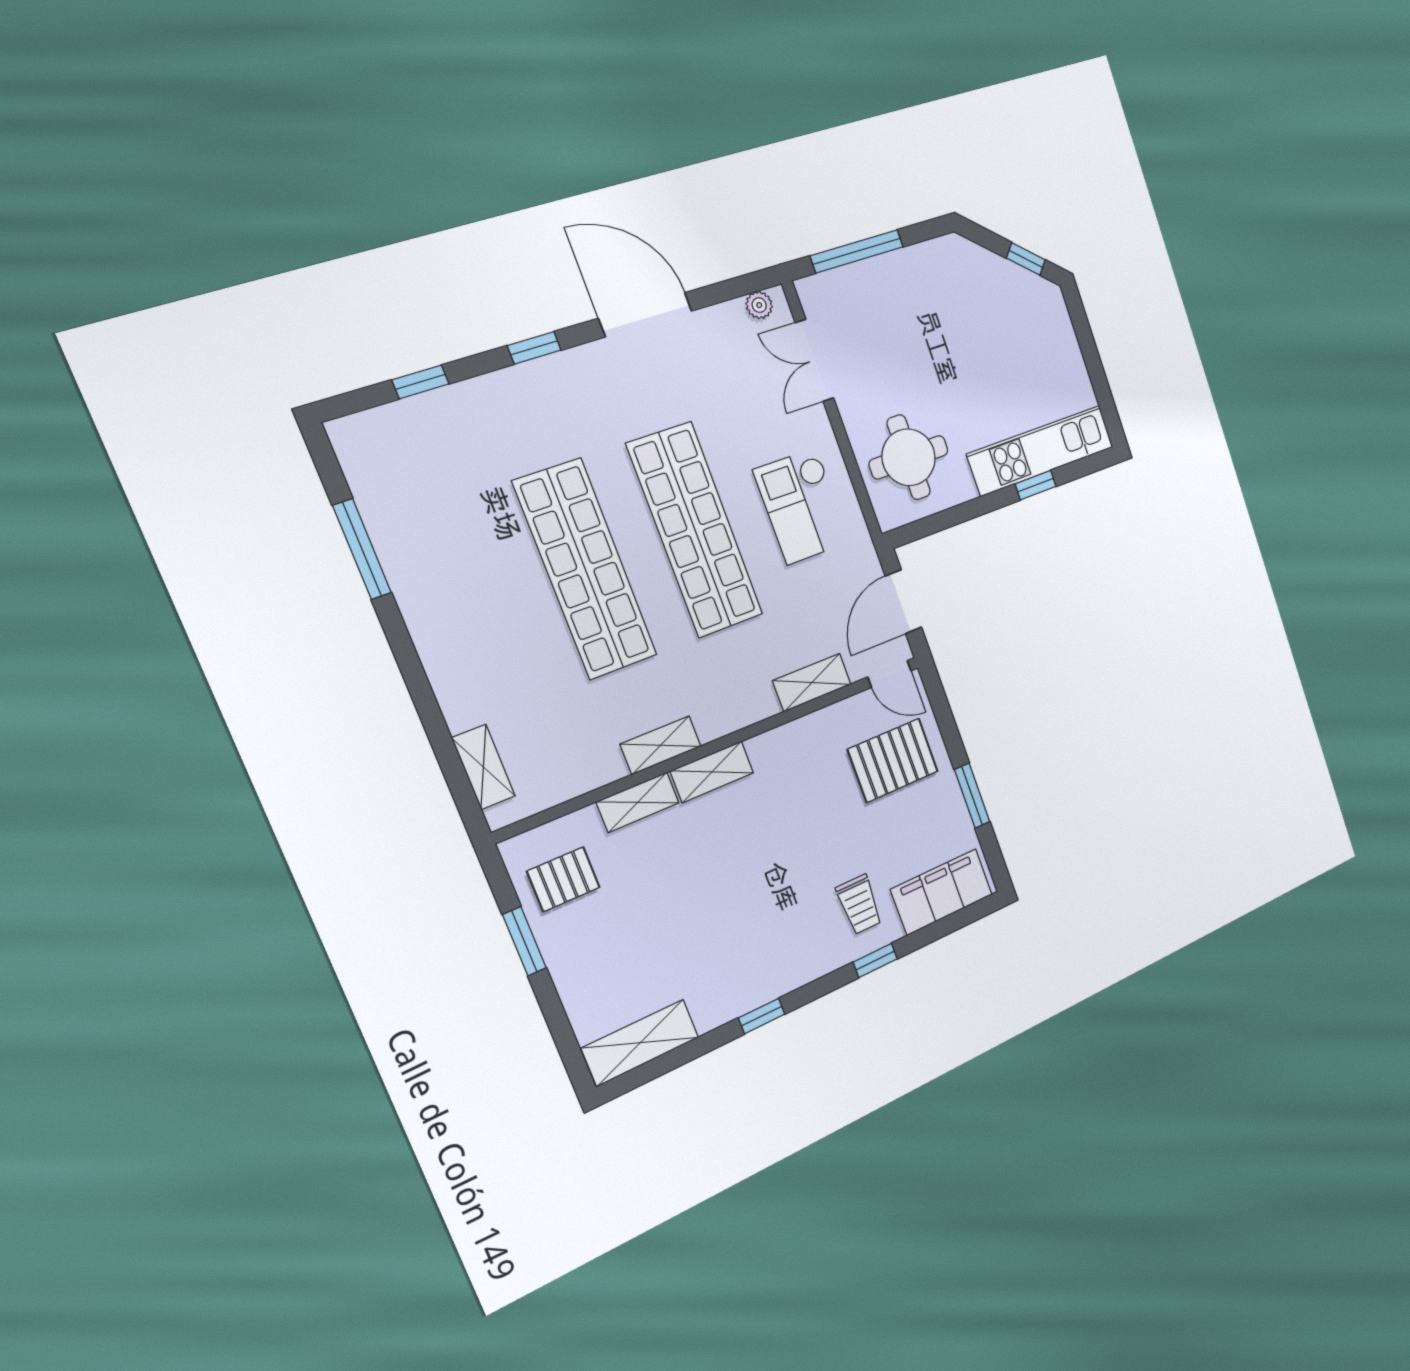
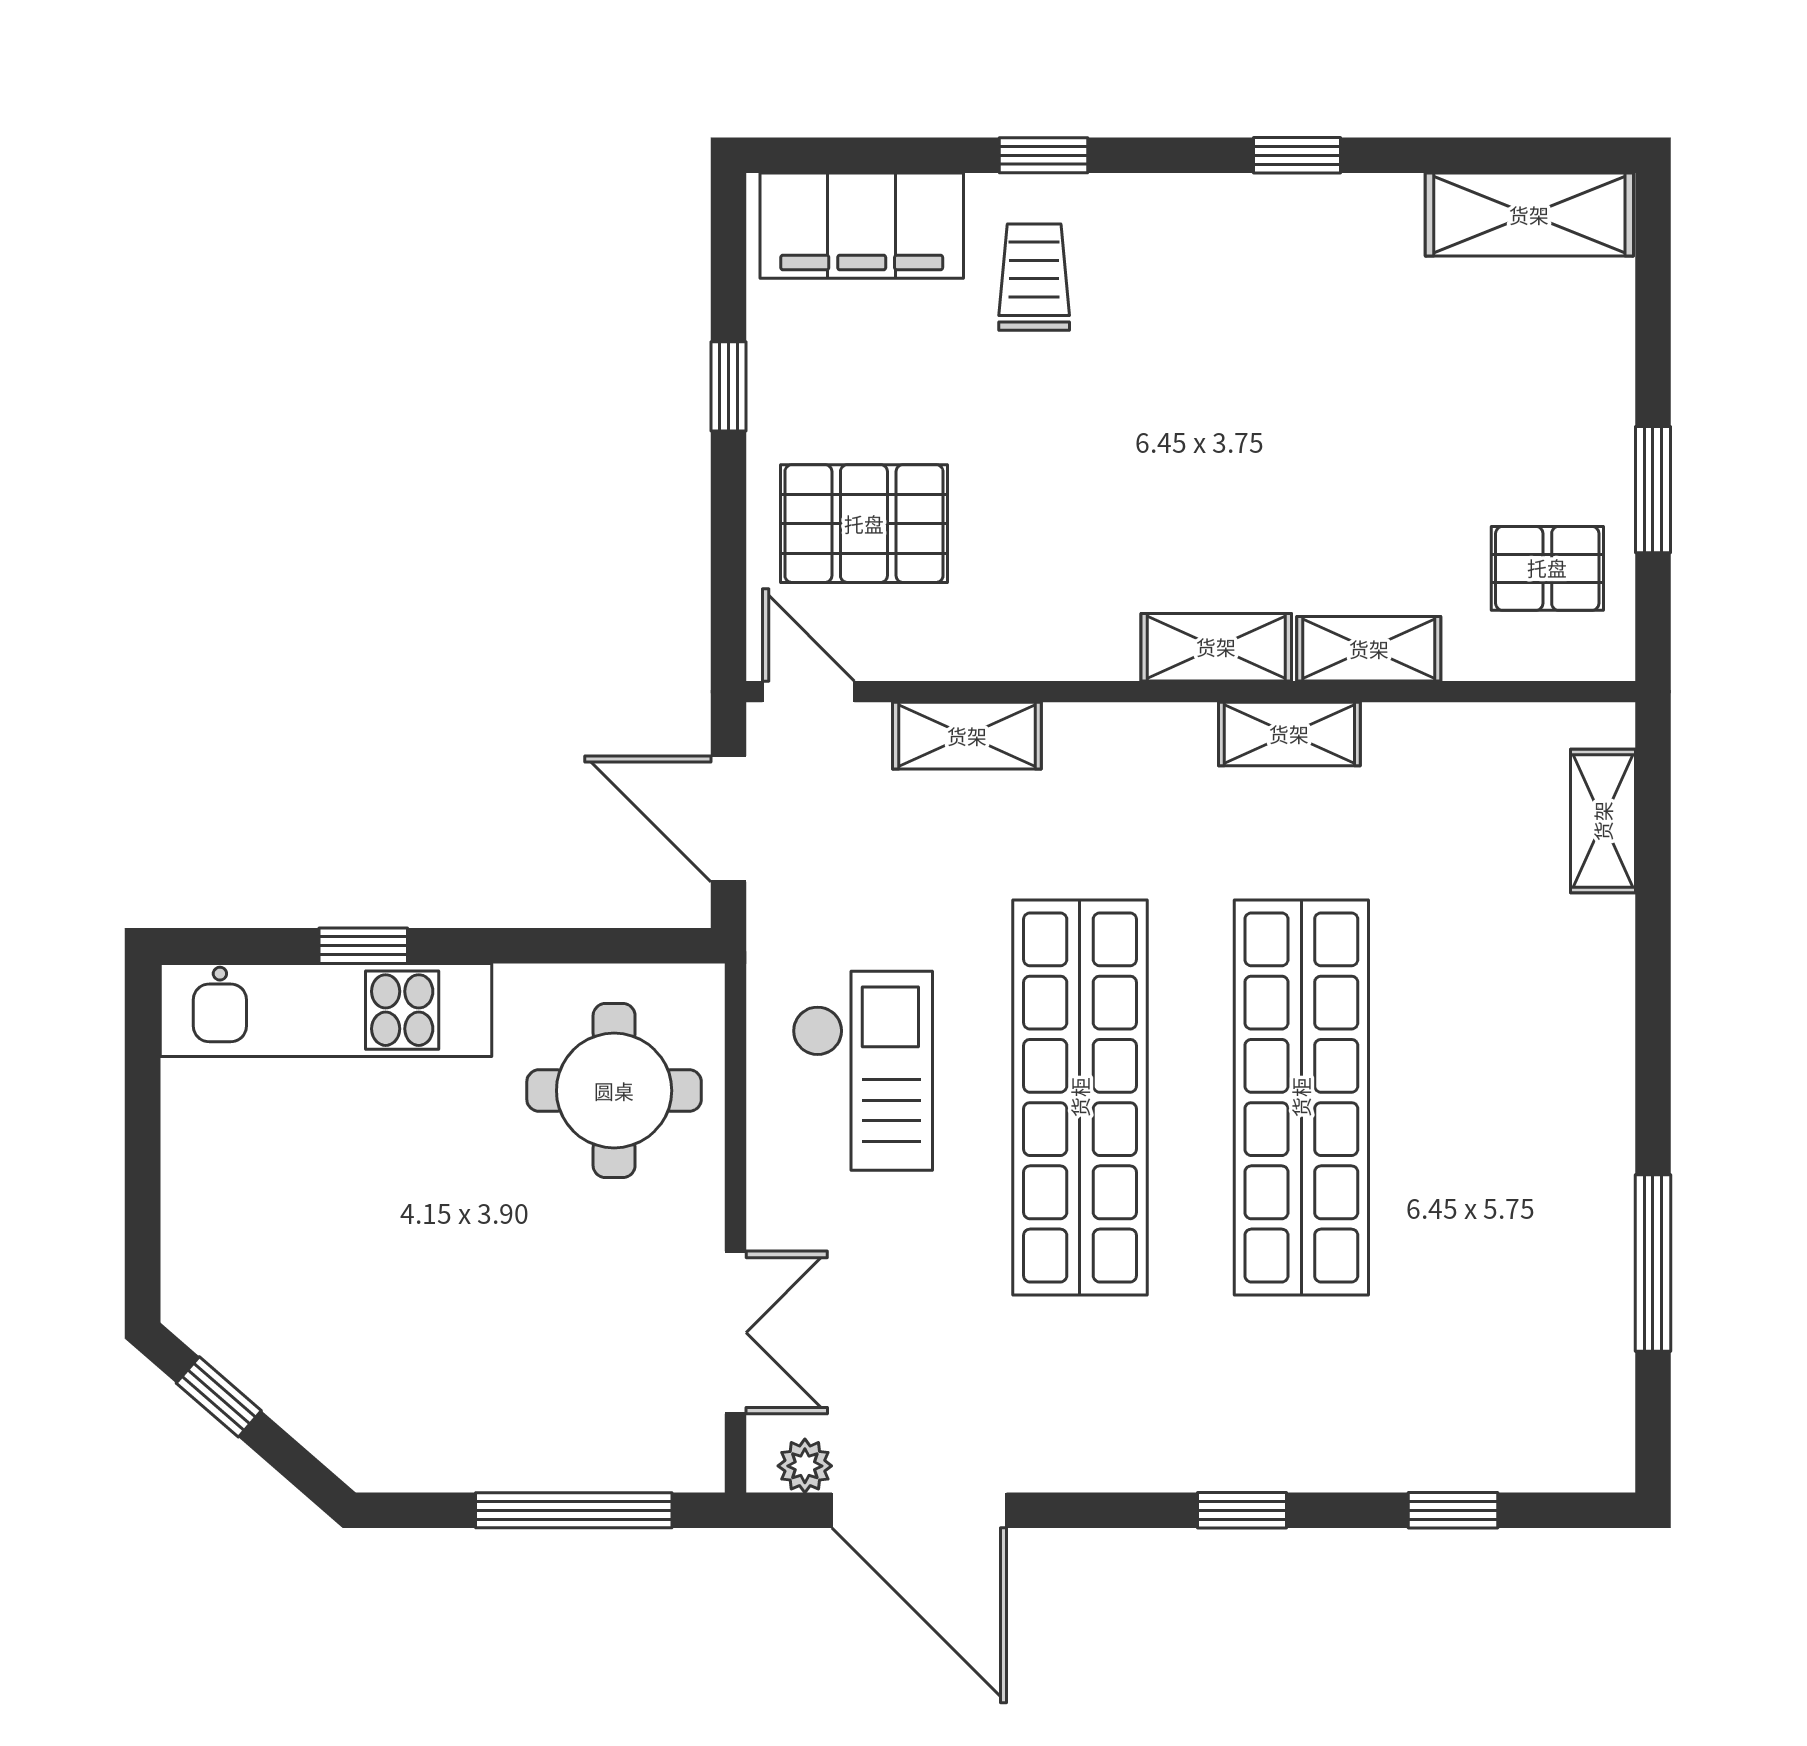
door: (645, 315) -> (919, 1510), moved
door: (903, 602) -> (728, 819), swing flipped
window: (972, 796) -> (728, 386), width x0.67

